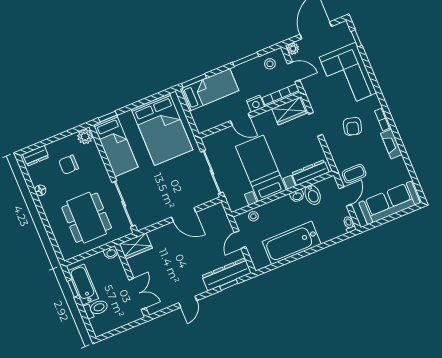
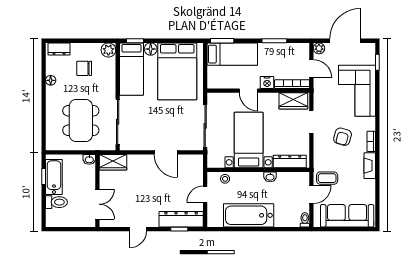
stool: (270, 64) -> (294, 53), removed
floor lamp: (126, 118) -> (151, 49), added
bidet: (313, 195) -> (284, 181), removed

